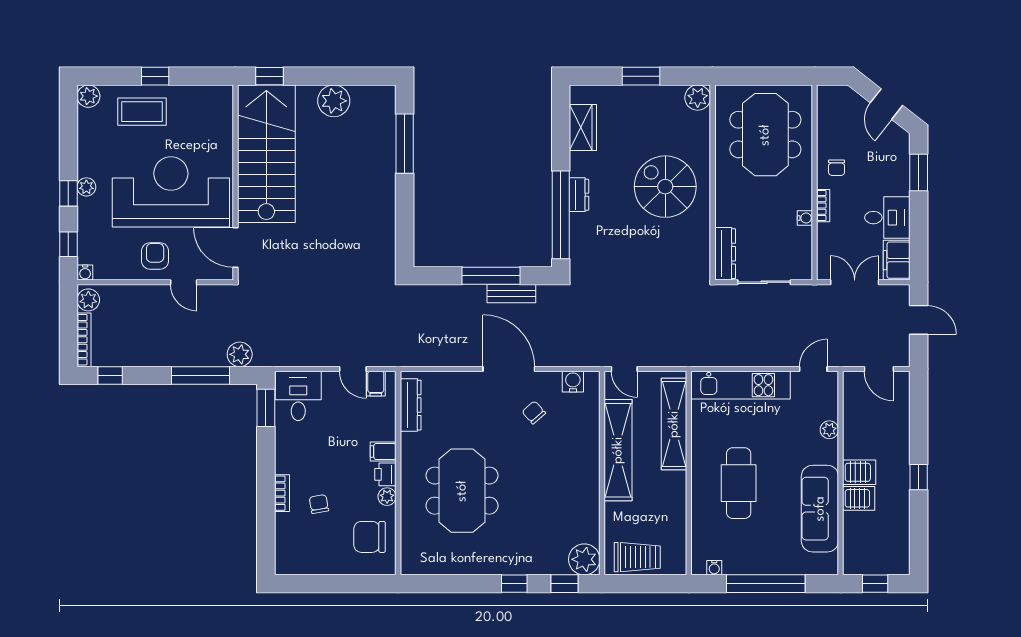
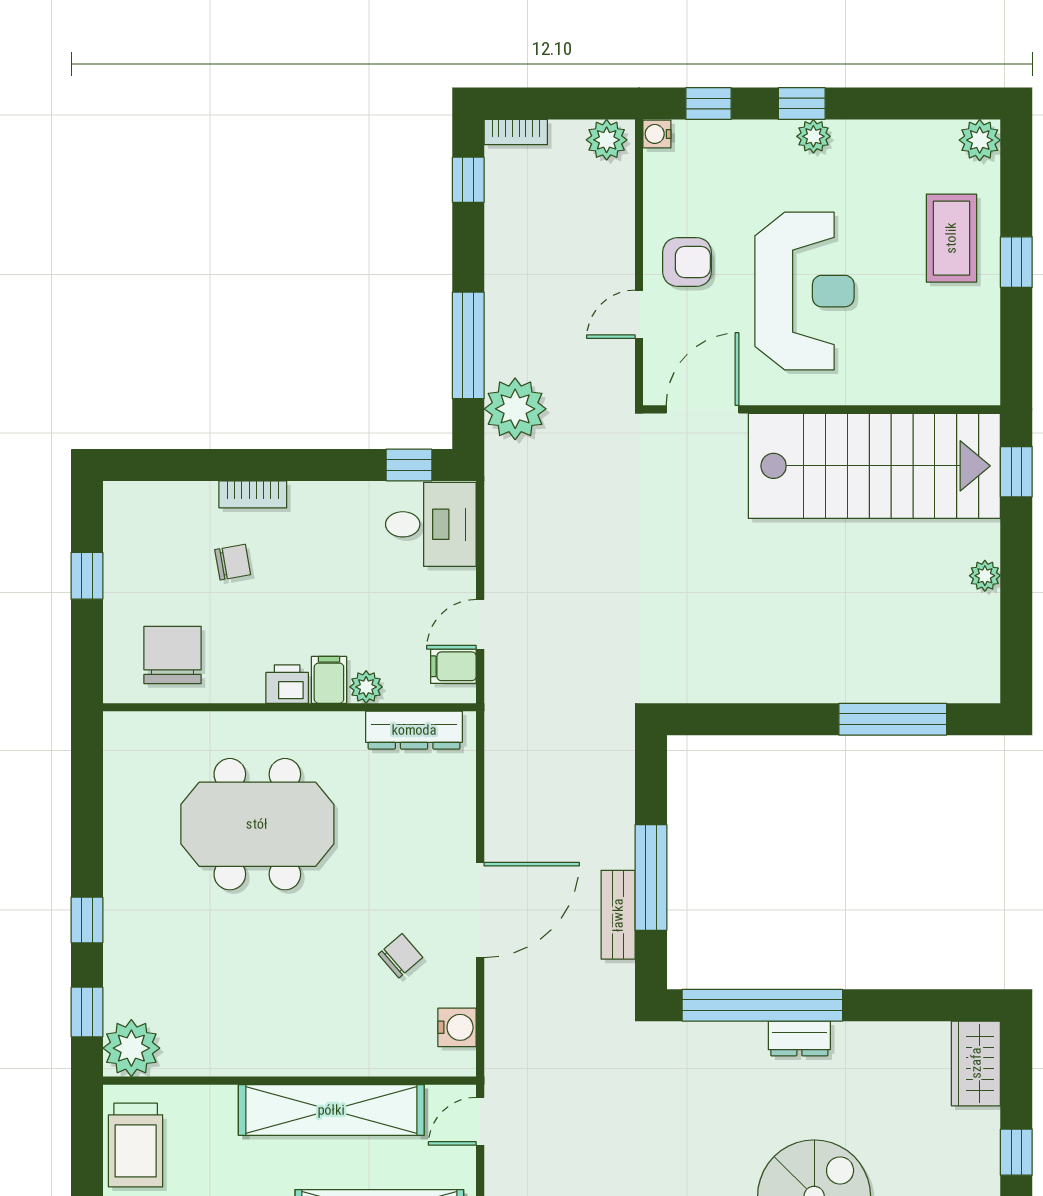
window: (641, 76) -> (1016, 1152), width x0.67
plant: (334, 101) -> (985, 576), width x0.53, depth x0.53
wardrobe: (583, 127) -> (976, 1063), moved, turned 90
reception desk: (171, 192) -> (804, 291), width x0.74, depth x0.77
bookcase: (84, 340) -> (516, 132), width x0.64
plant: (240, 354) -> (515, 409), width x1.36, depth x1.36
window: (266, 408) -> (409, 465), width x0.67
plant: (387, 497) -> (366, 687), moved
window: (326, 584) -> (87, 576), added

